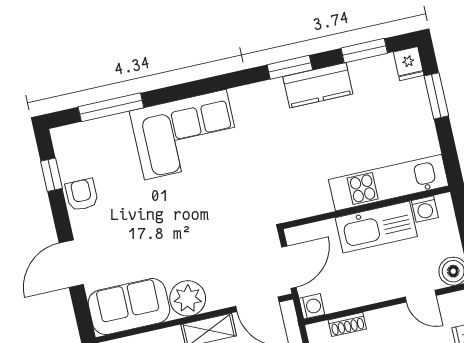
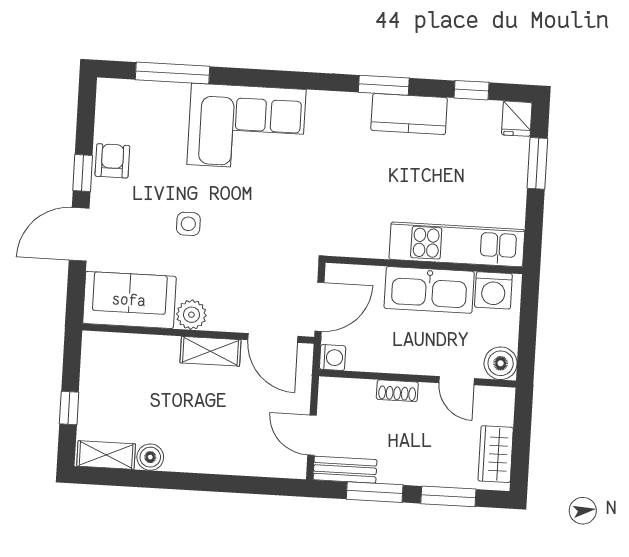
window: (364, 51) -> (472, 90), width x0.67
window: (51, 175) -> (83, 173), moved
washing machine: (425, 209) -> (493, 290), width x1.38, depth x1.38
side table: (160, 229) -> (188, 224), added
plant: (188, 298) -> (191, 315), width x0.73, depth x0.73
shoe rack: (347, 324) -> (397, 391), moved

